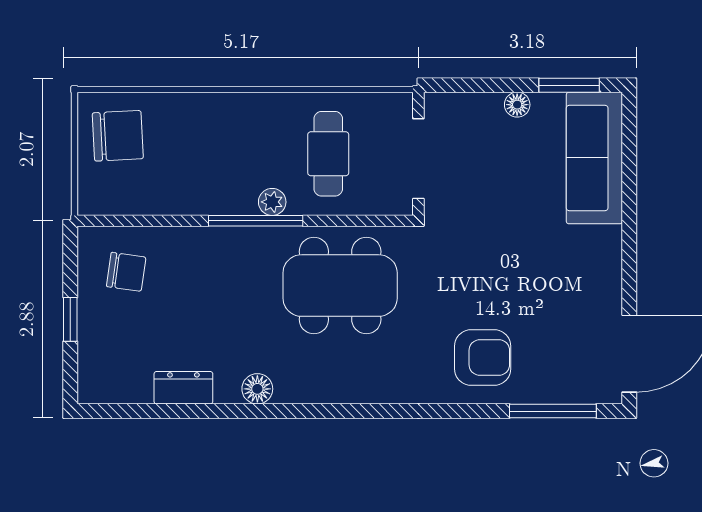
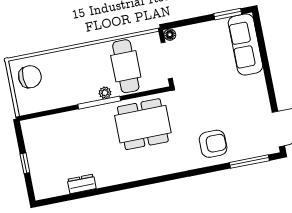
floor lamp: (517, 105) -> (170, 35), moved
cafe table: (328, 154) -> (126, 66), width x1.37, depth x1.35
chair: (126, 272) -> (46, 137), removed
floor lamp: (257, 389) -> (115, 178), removed

